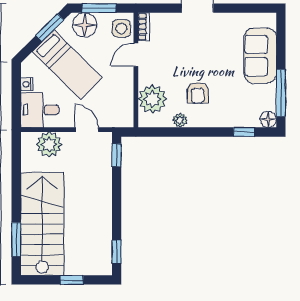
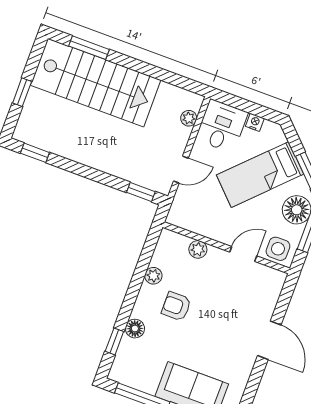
bookcase: (144, 27) -> (271, 274), removed
door: (136, 55) -> (243, 254), hinge flipped
plant: (152, 99) -> (198, 249), width x0.53, depth x0.53
floor lamp: (268, 119) -> (135, 329), moved
plant: (49, 145) -> (189, 118), width x0.53, depth x0.53

